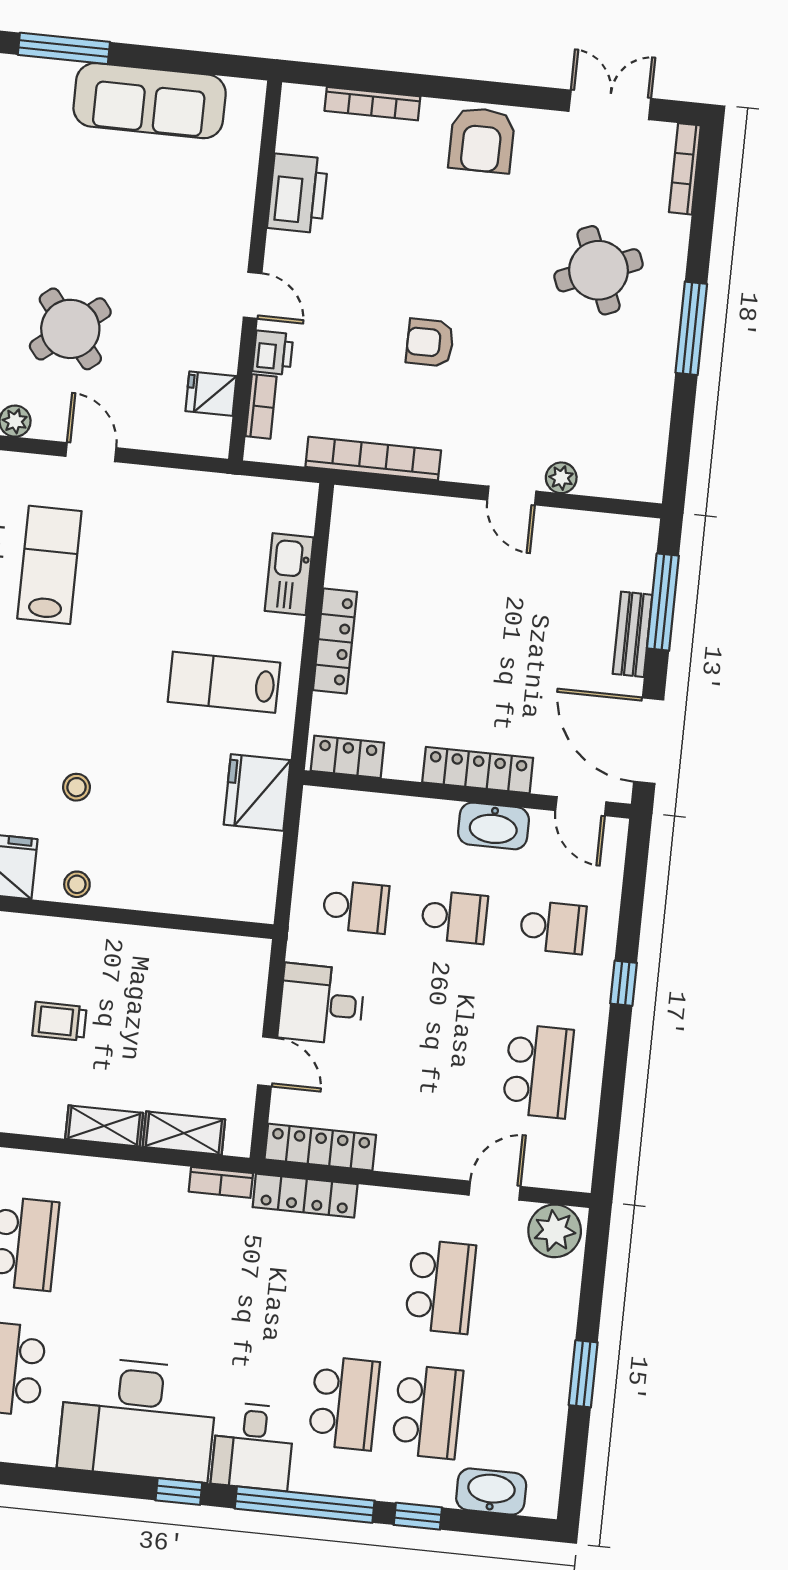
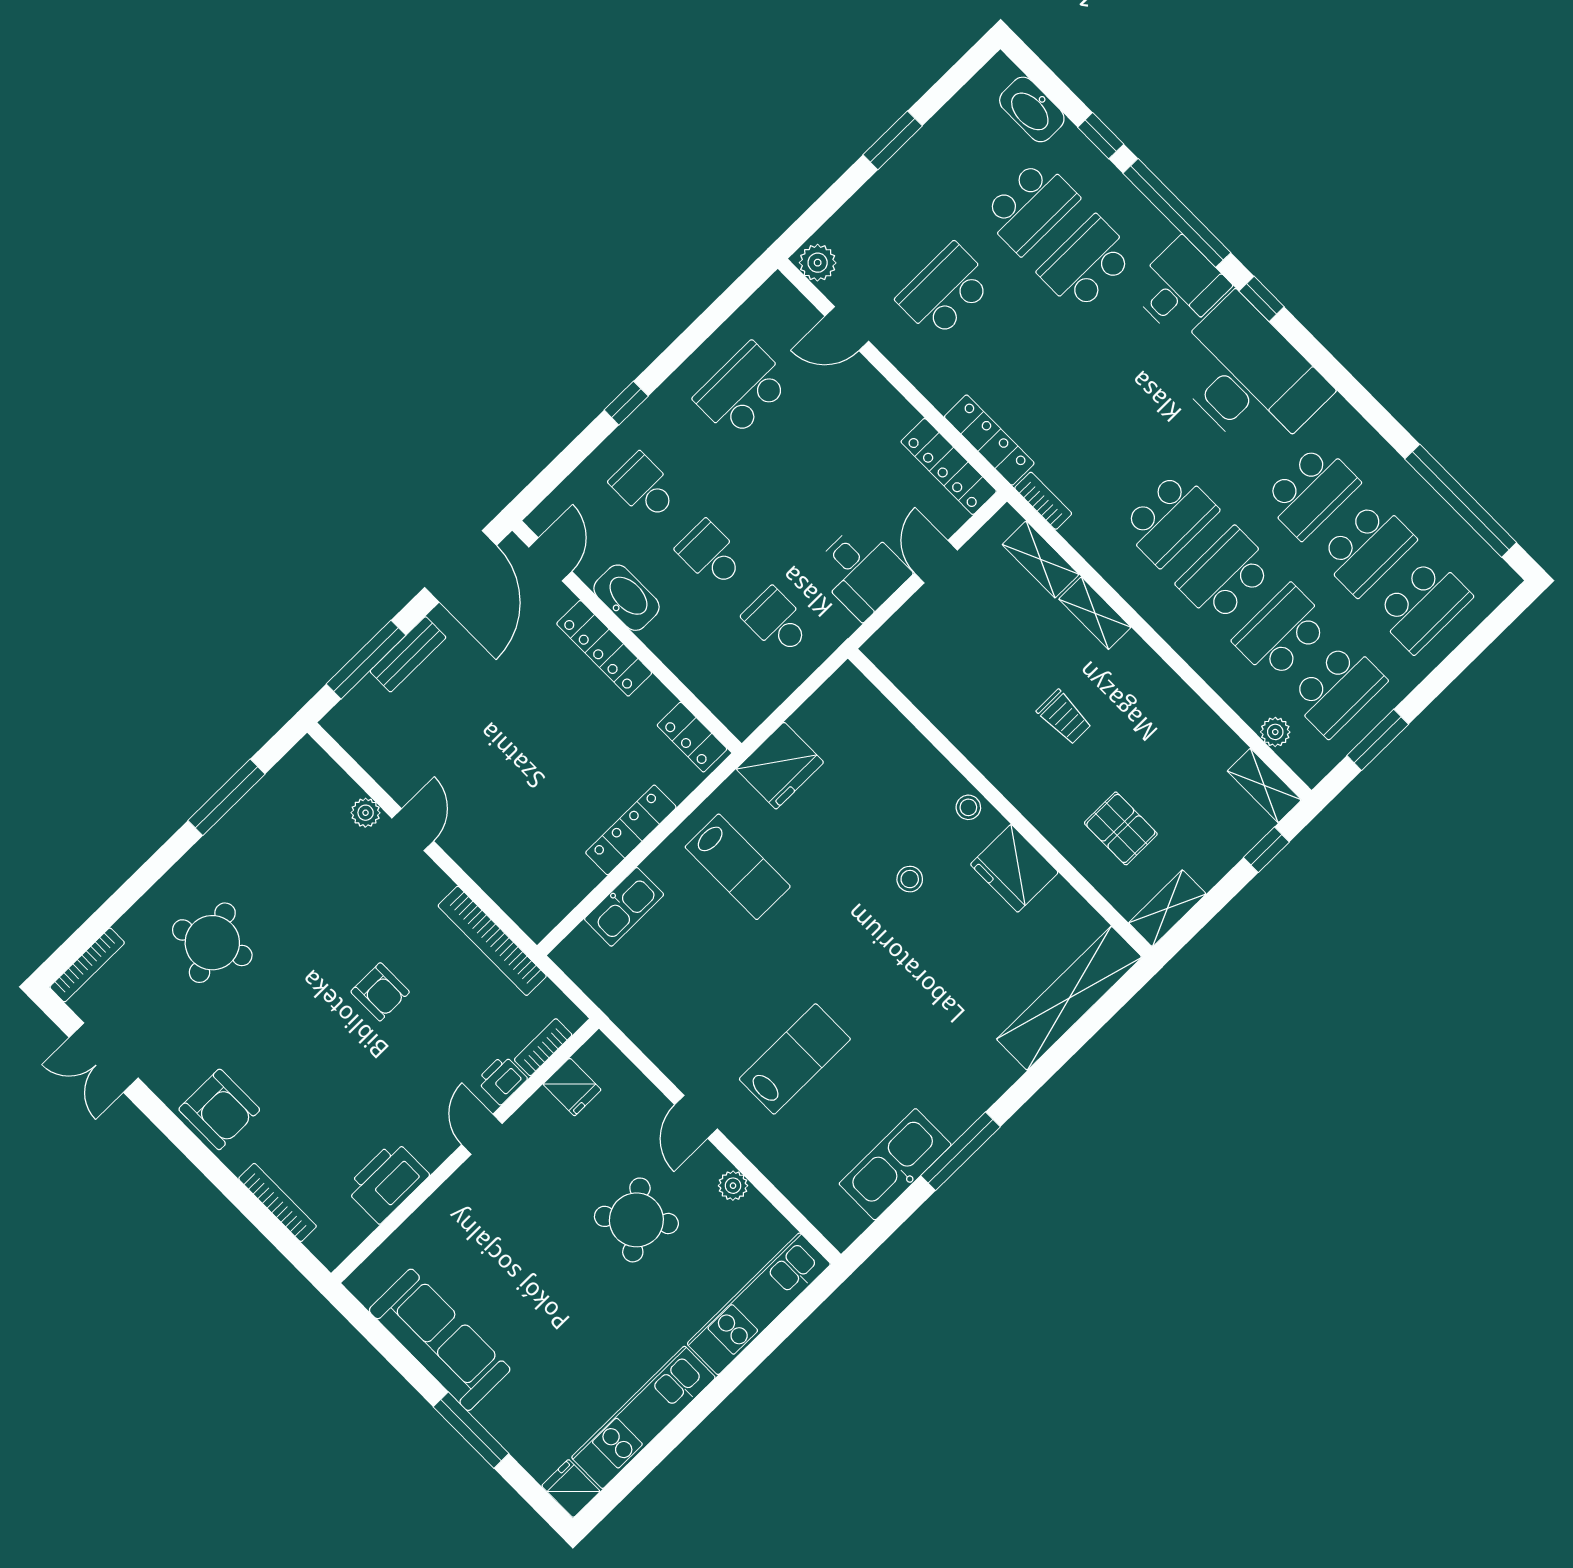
armchair: (482, 140) -> (219, 1109), turned 90
window: (691, 328) -> (226, 797), moved
lab bench: (49, 565) -> (795, 1059), turned 180
plant: (555, 1231) -> (818, 263), width x0.73, depth x0.73
school desk: (107, 1252) -> (1169, 519), added
school desk: (427, 1412) -> (1030, 207), turned 180

